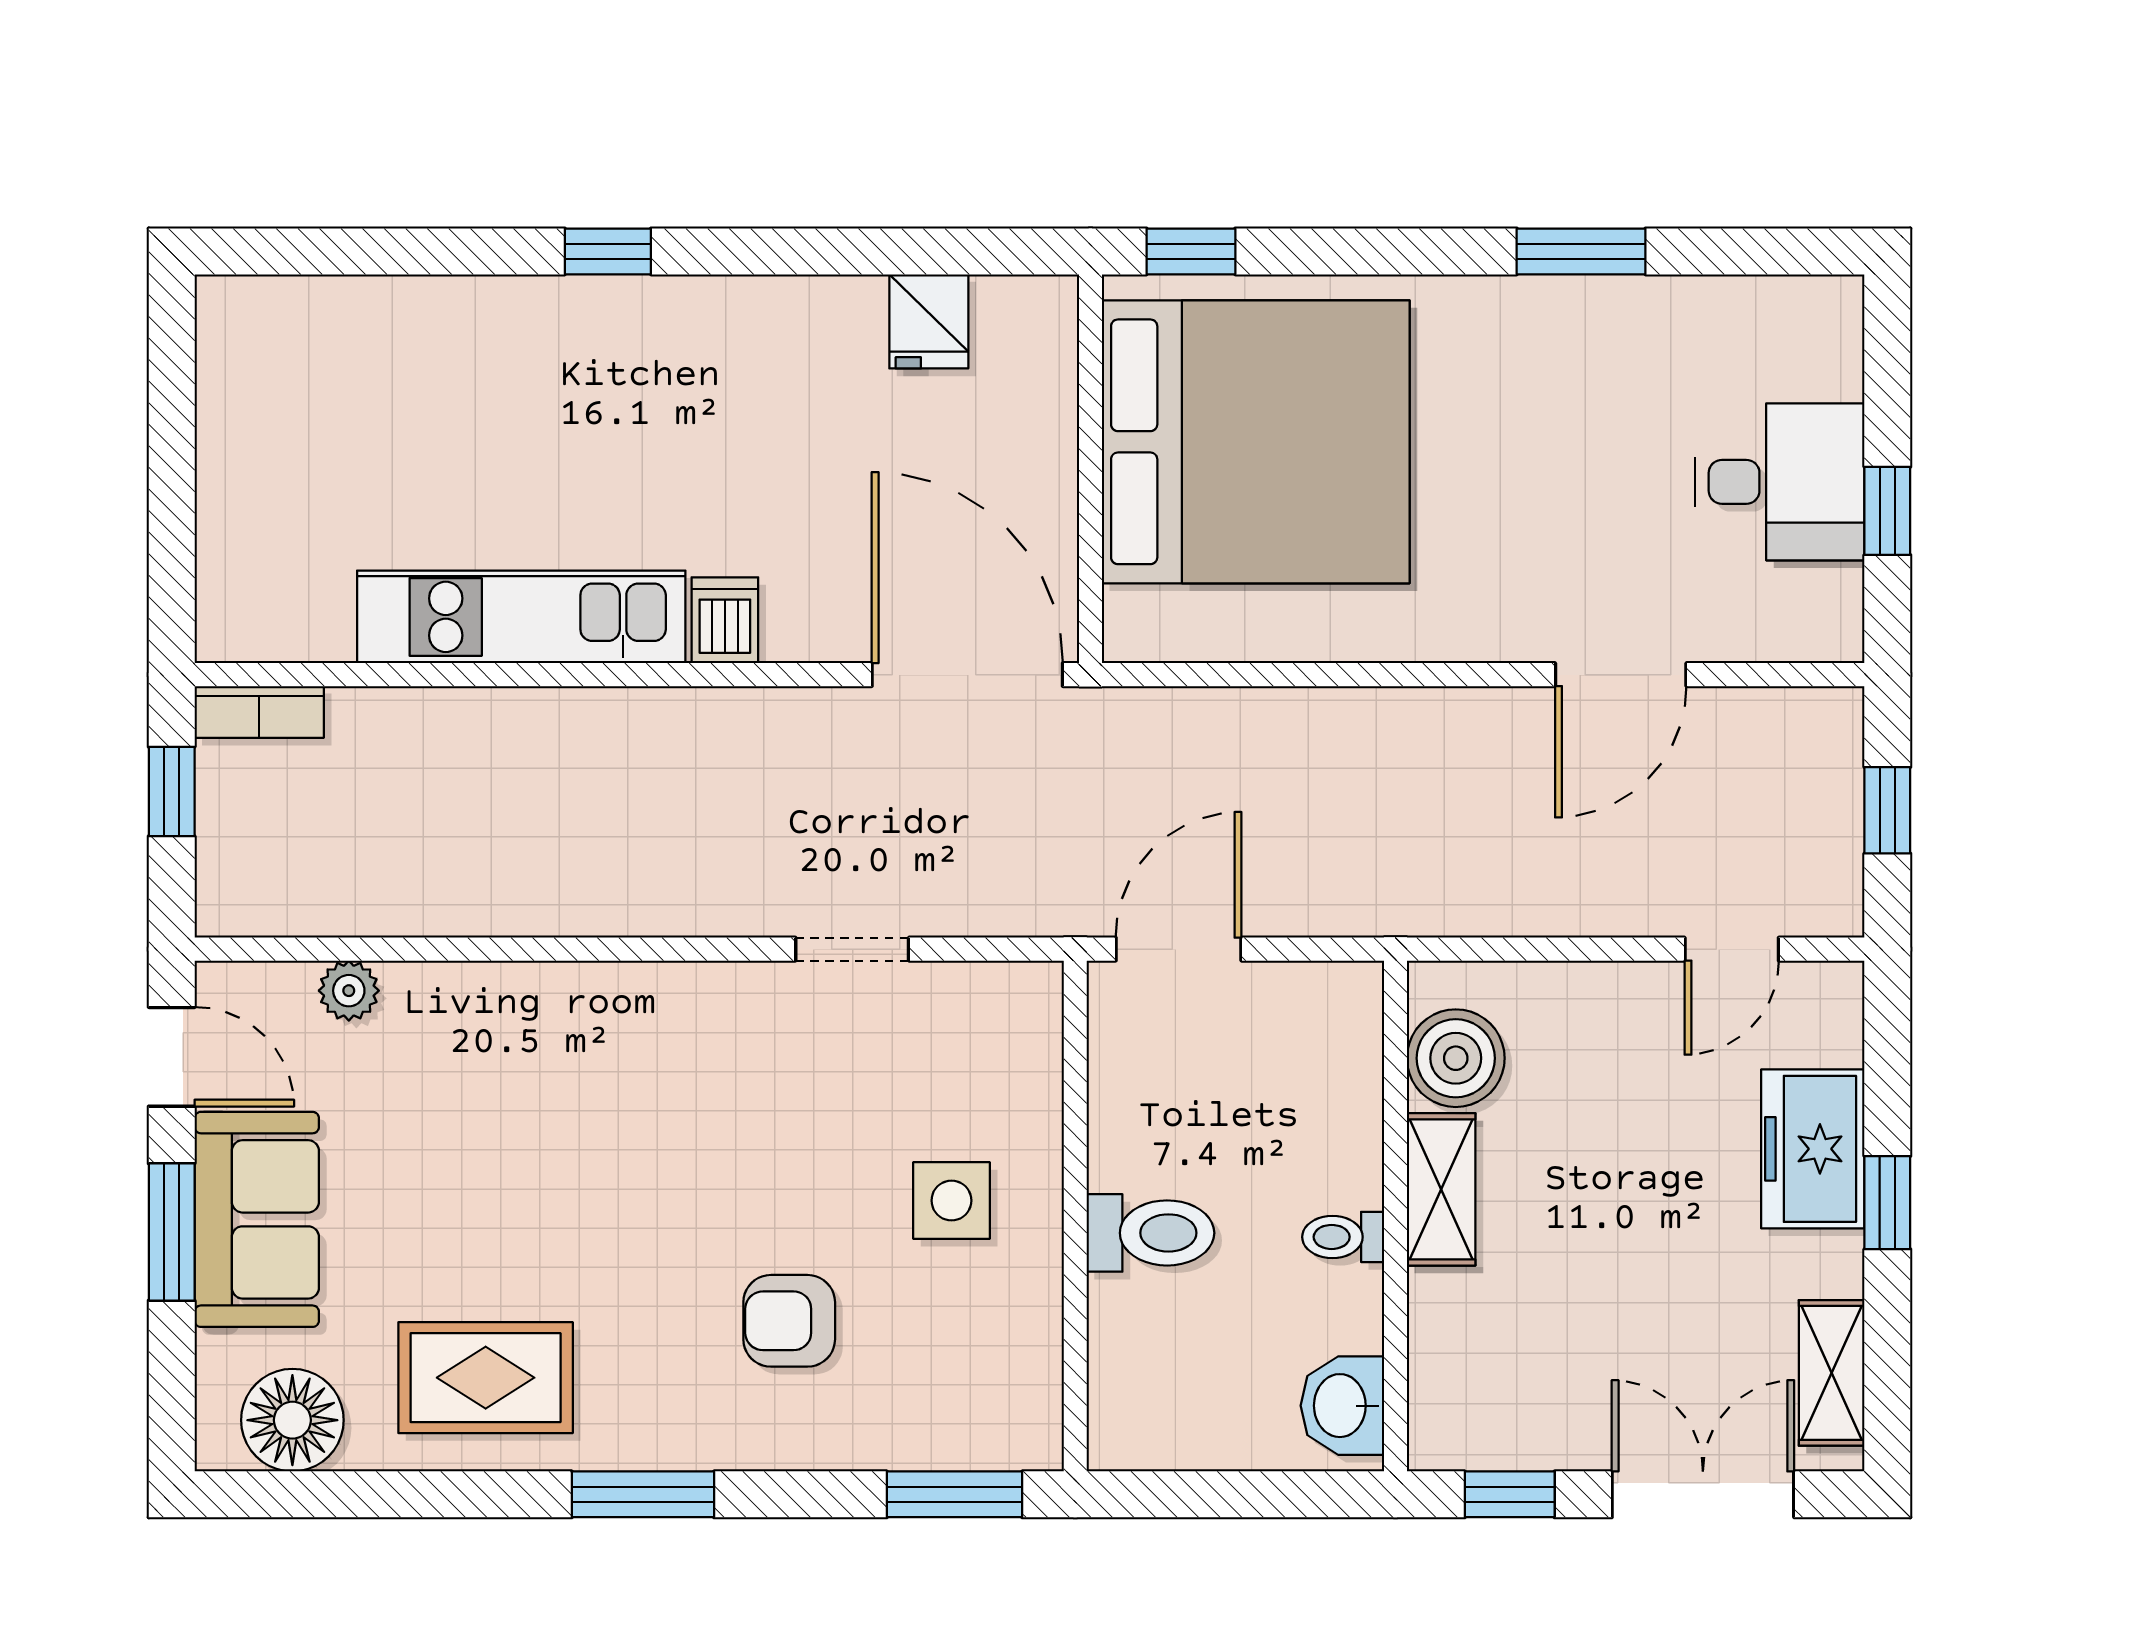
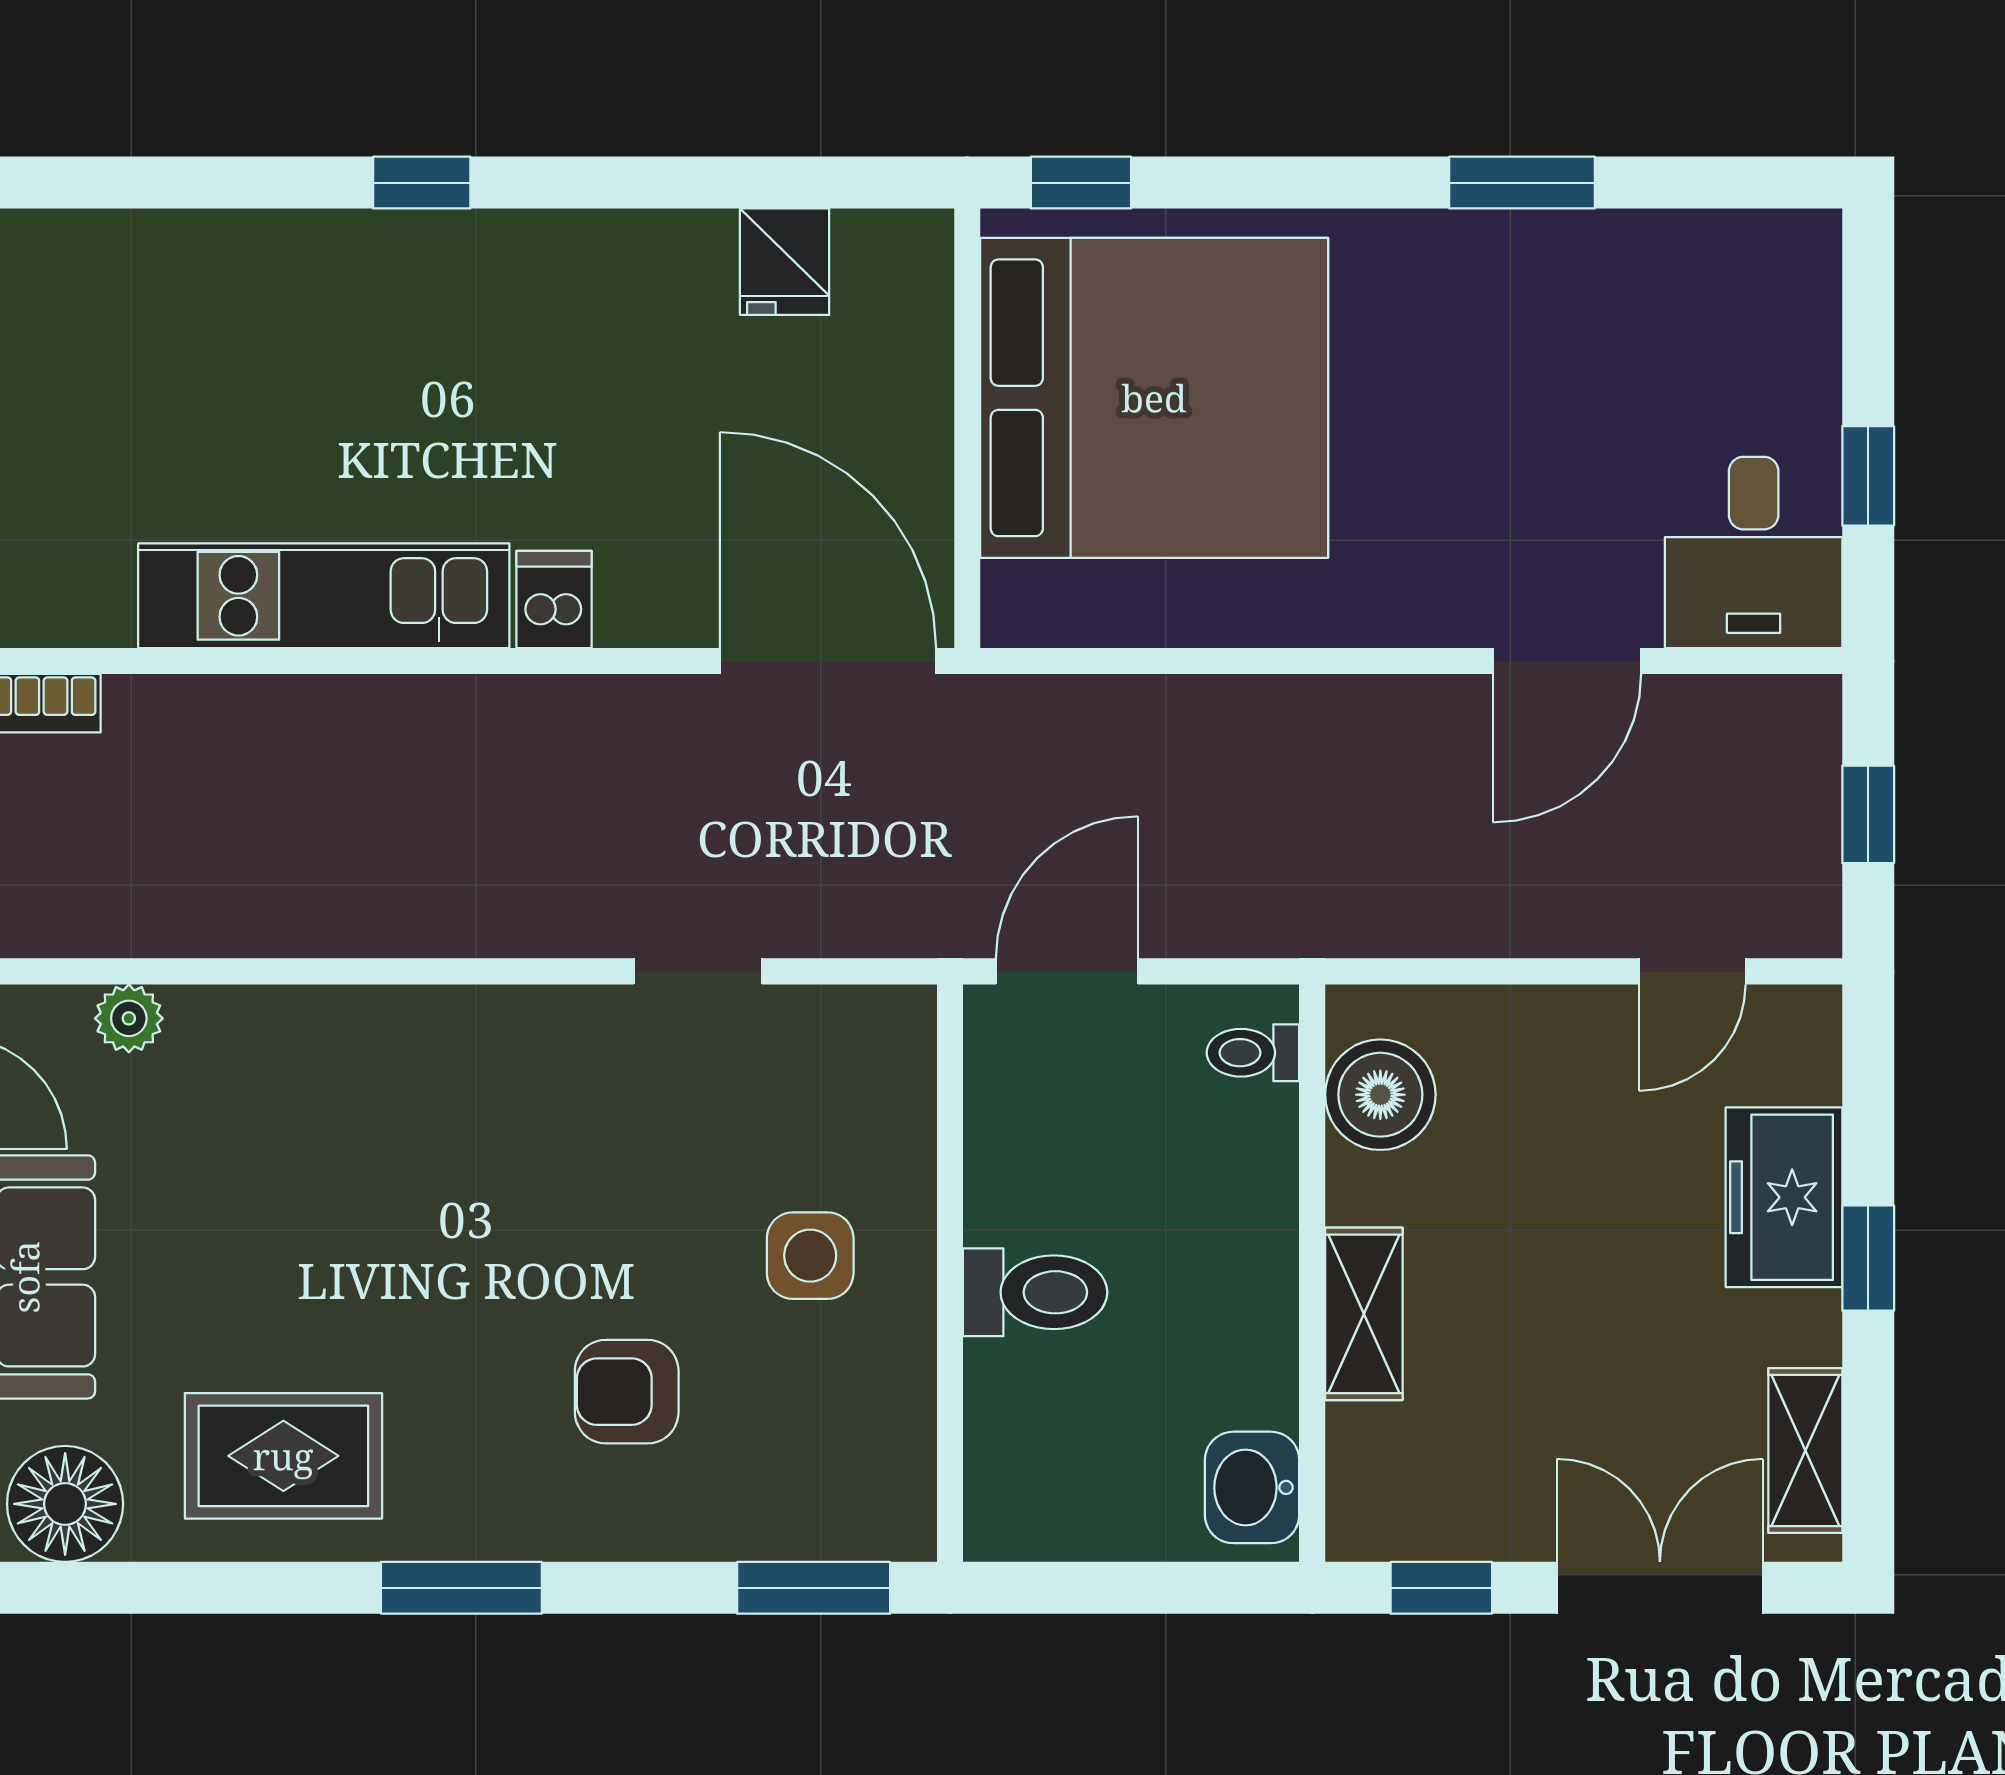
desk: (1780, 482) -> (1754, 552), moved, turned 90
shelving: (1441, 1189) -> (1364, 1314), moved
toilet: (1343, 1237) -> (1253, 1053), moved

